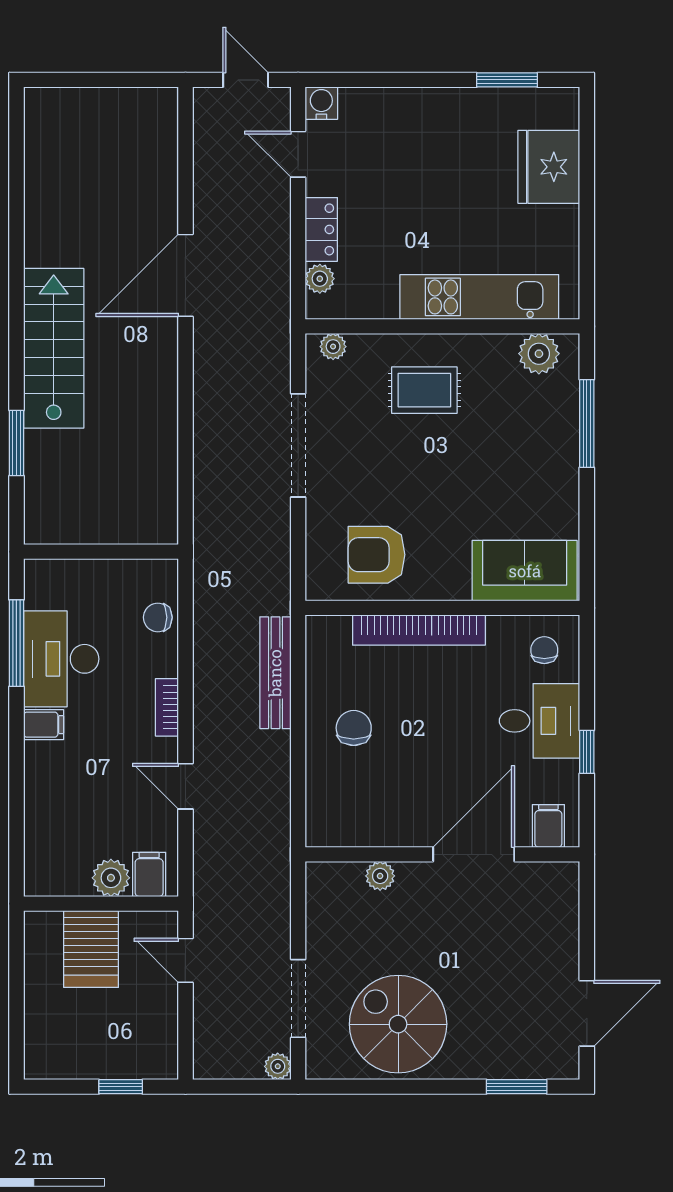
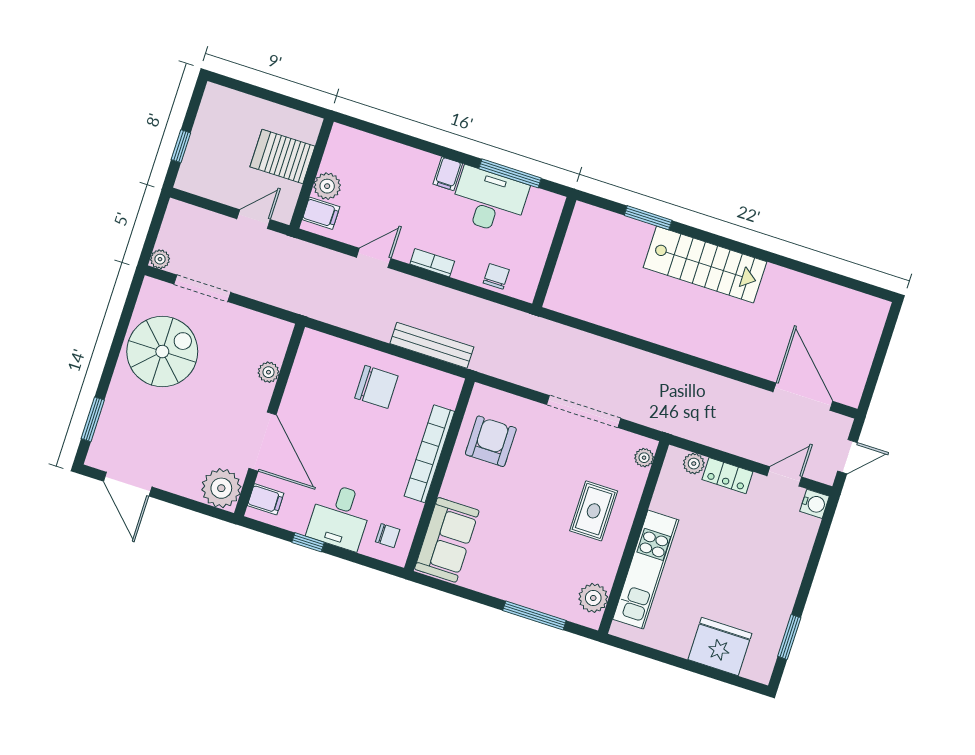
door: (185, 275) -> (803, 397), moved
chair: (354, 728) -> (376, 387), width x1.37, depth x1.37
plant: (552, 889) -> (221, 488), added

